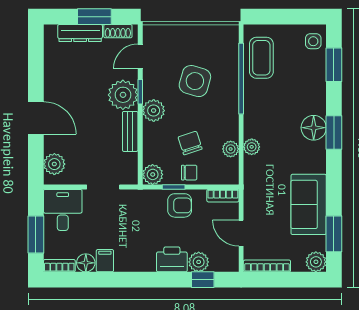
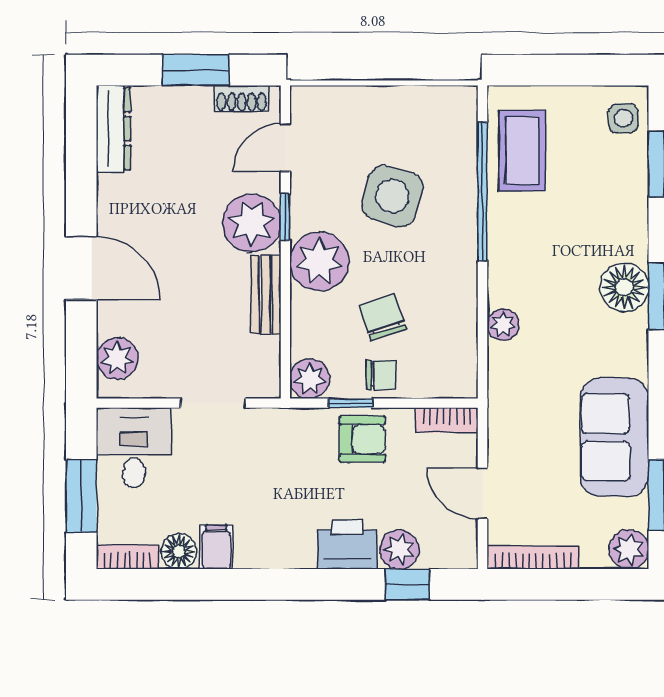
dresser: (80, 33) -> (113, 129), moved, turned -90
plant: (154, 111) -> (319, 262), width x1.36, depth x1.36
plant: (231, 149) -> (462, 329), removed

